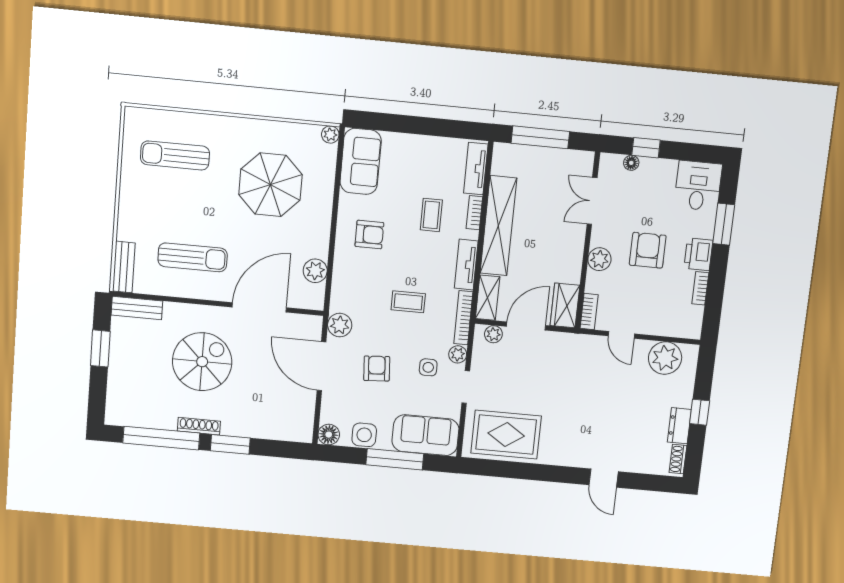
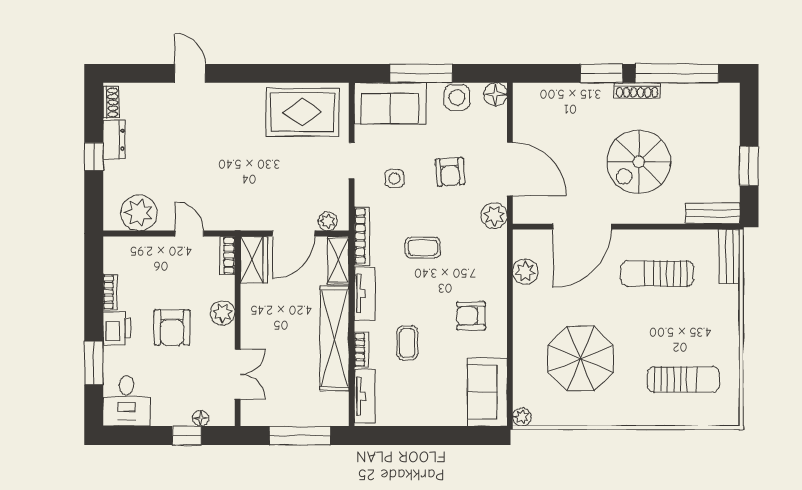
plant: (458, 354) -> (364, 196), removed

